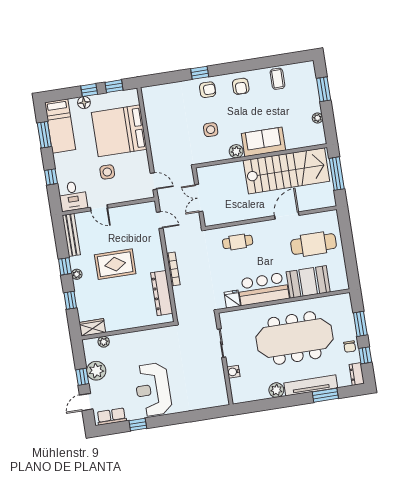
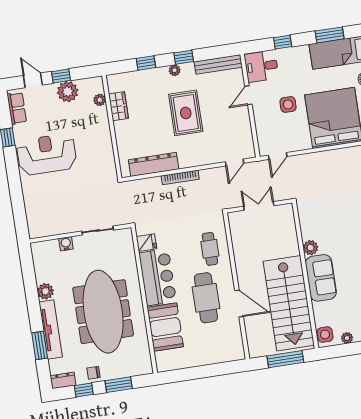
side table: (211, 130) -> (325, 335), moved
cafe table: (314, 244) -> (206, 298), moved
wardrobe: (92, 327) -> (118, 106), moved

